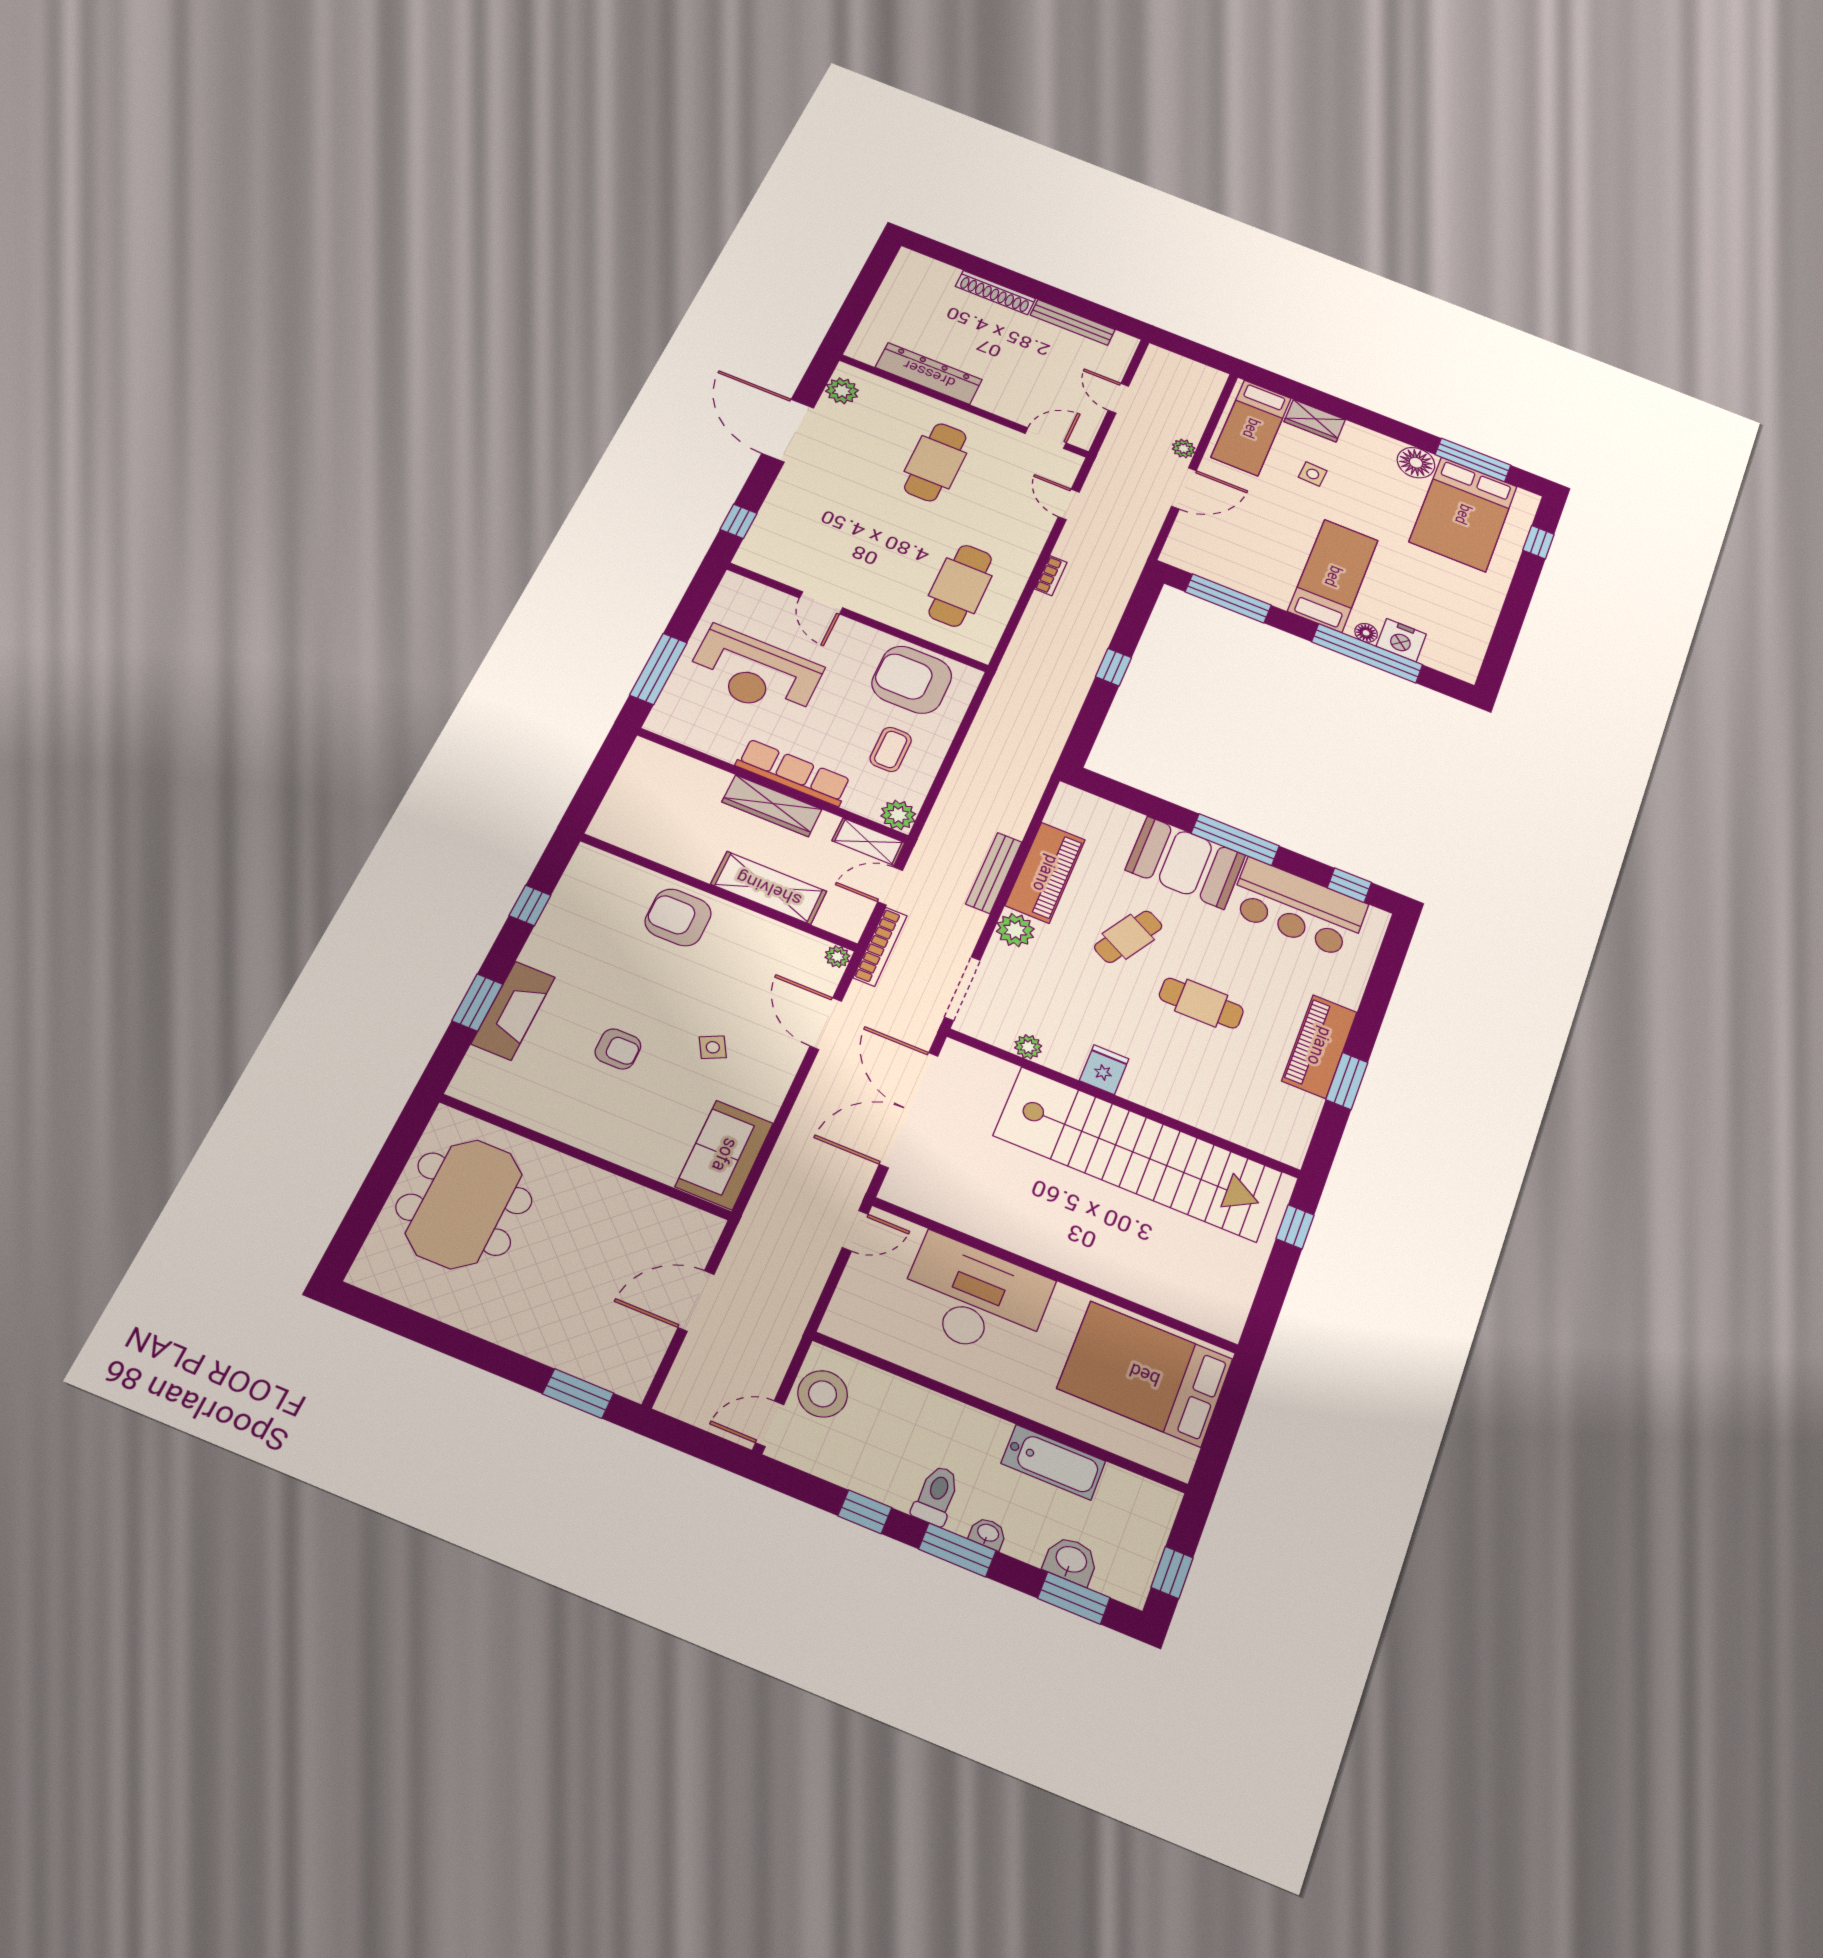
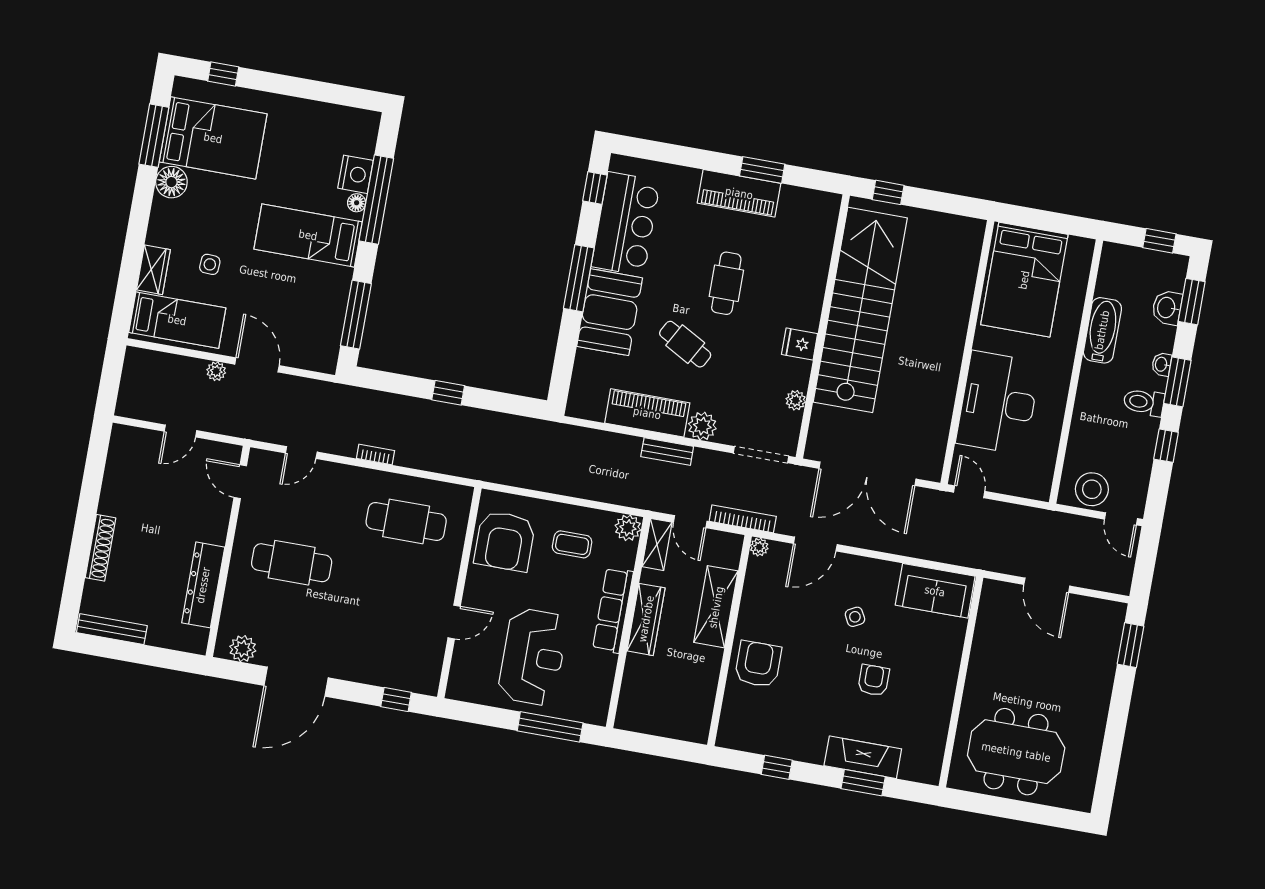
bench: (1073, 322) -> (112, 629), moved, turned 90
bench: (994, 873) -> (667, 451), width x0.73
armchair: (678, 917) -> (758, 664), turned 180

